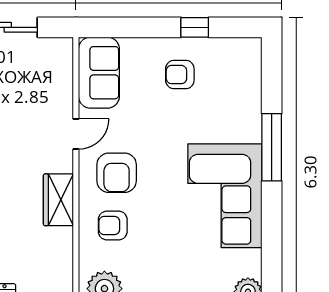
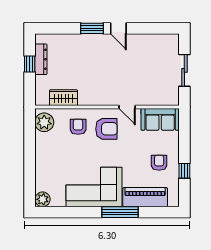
piano: (244, 101) -> (145, 197), added
armchair: (117, 173) -> (106, 129), turned 180
wardrobe: (58, 200) -> (63, 98), moved

